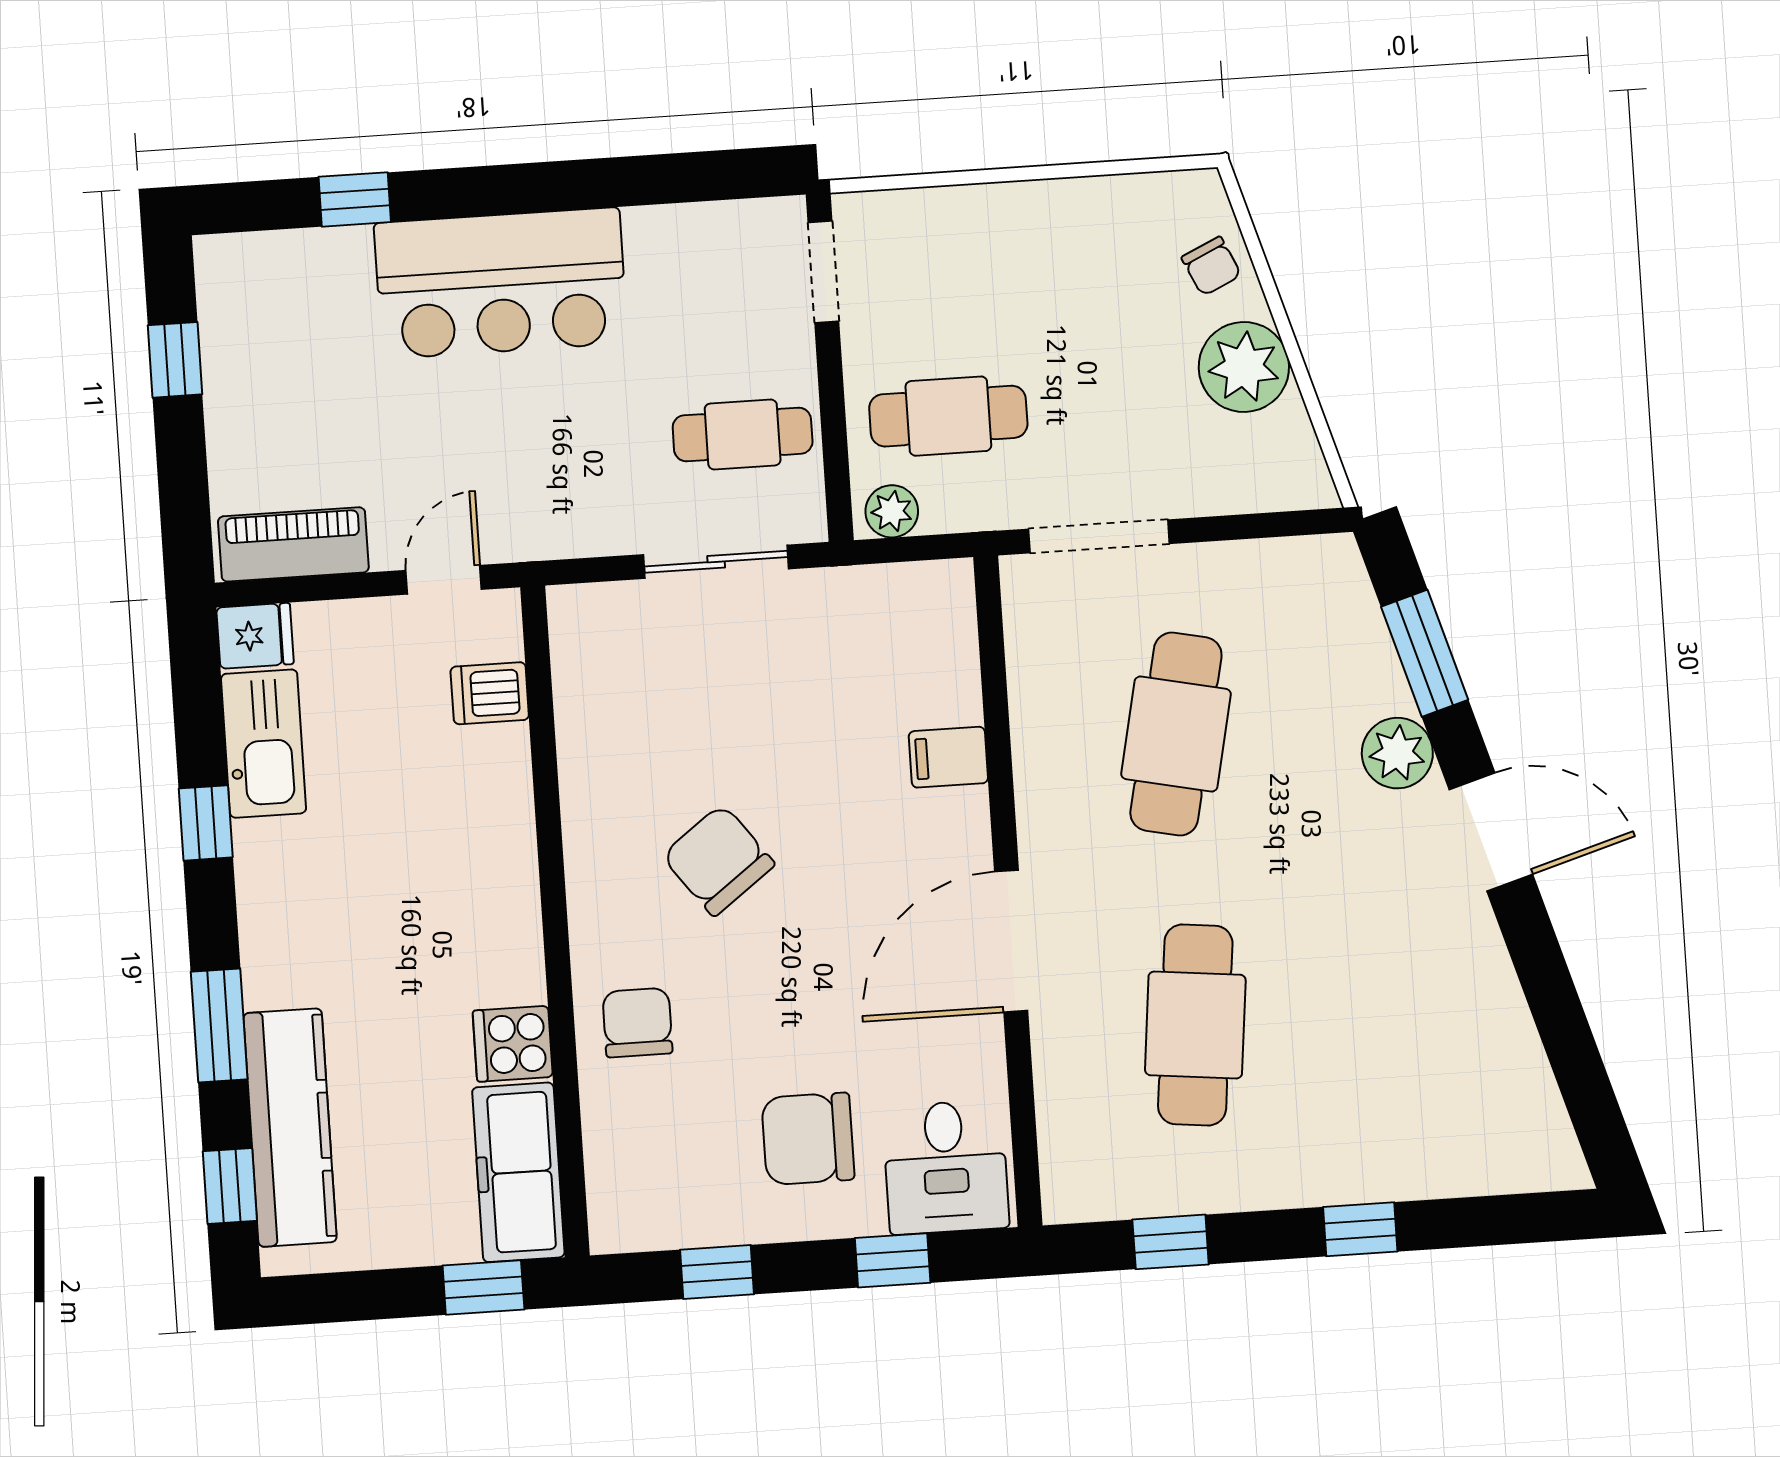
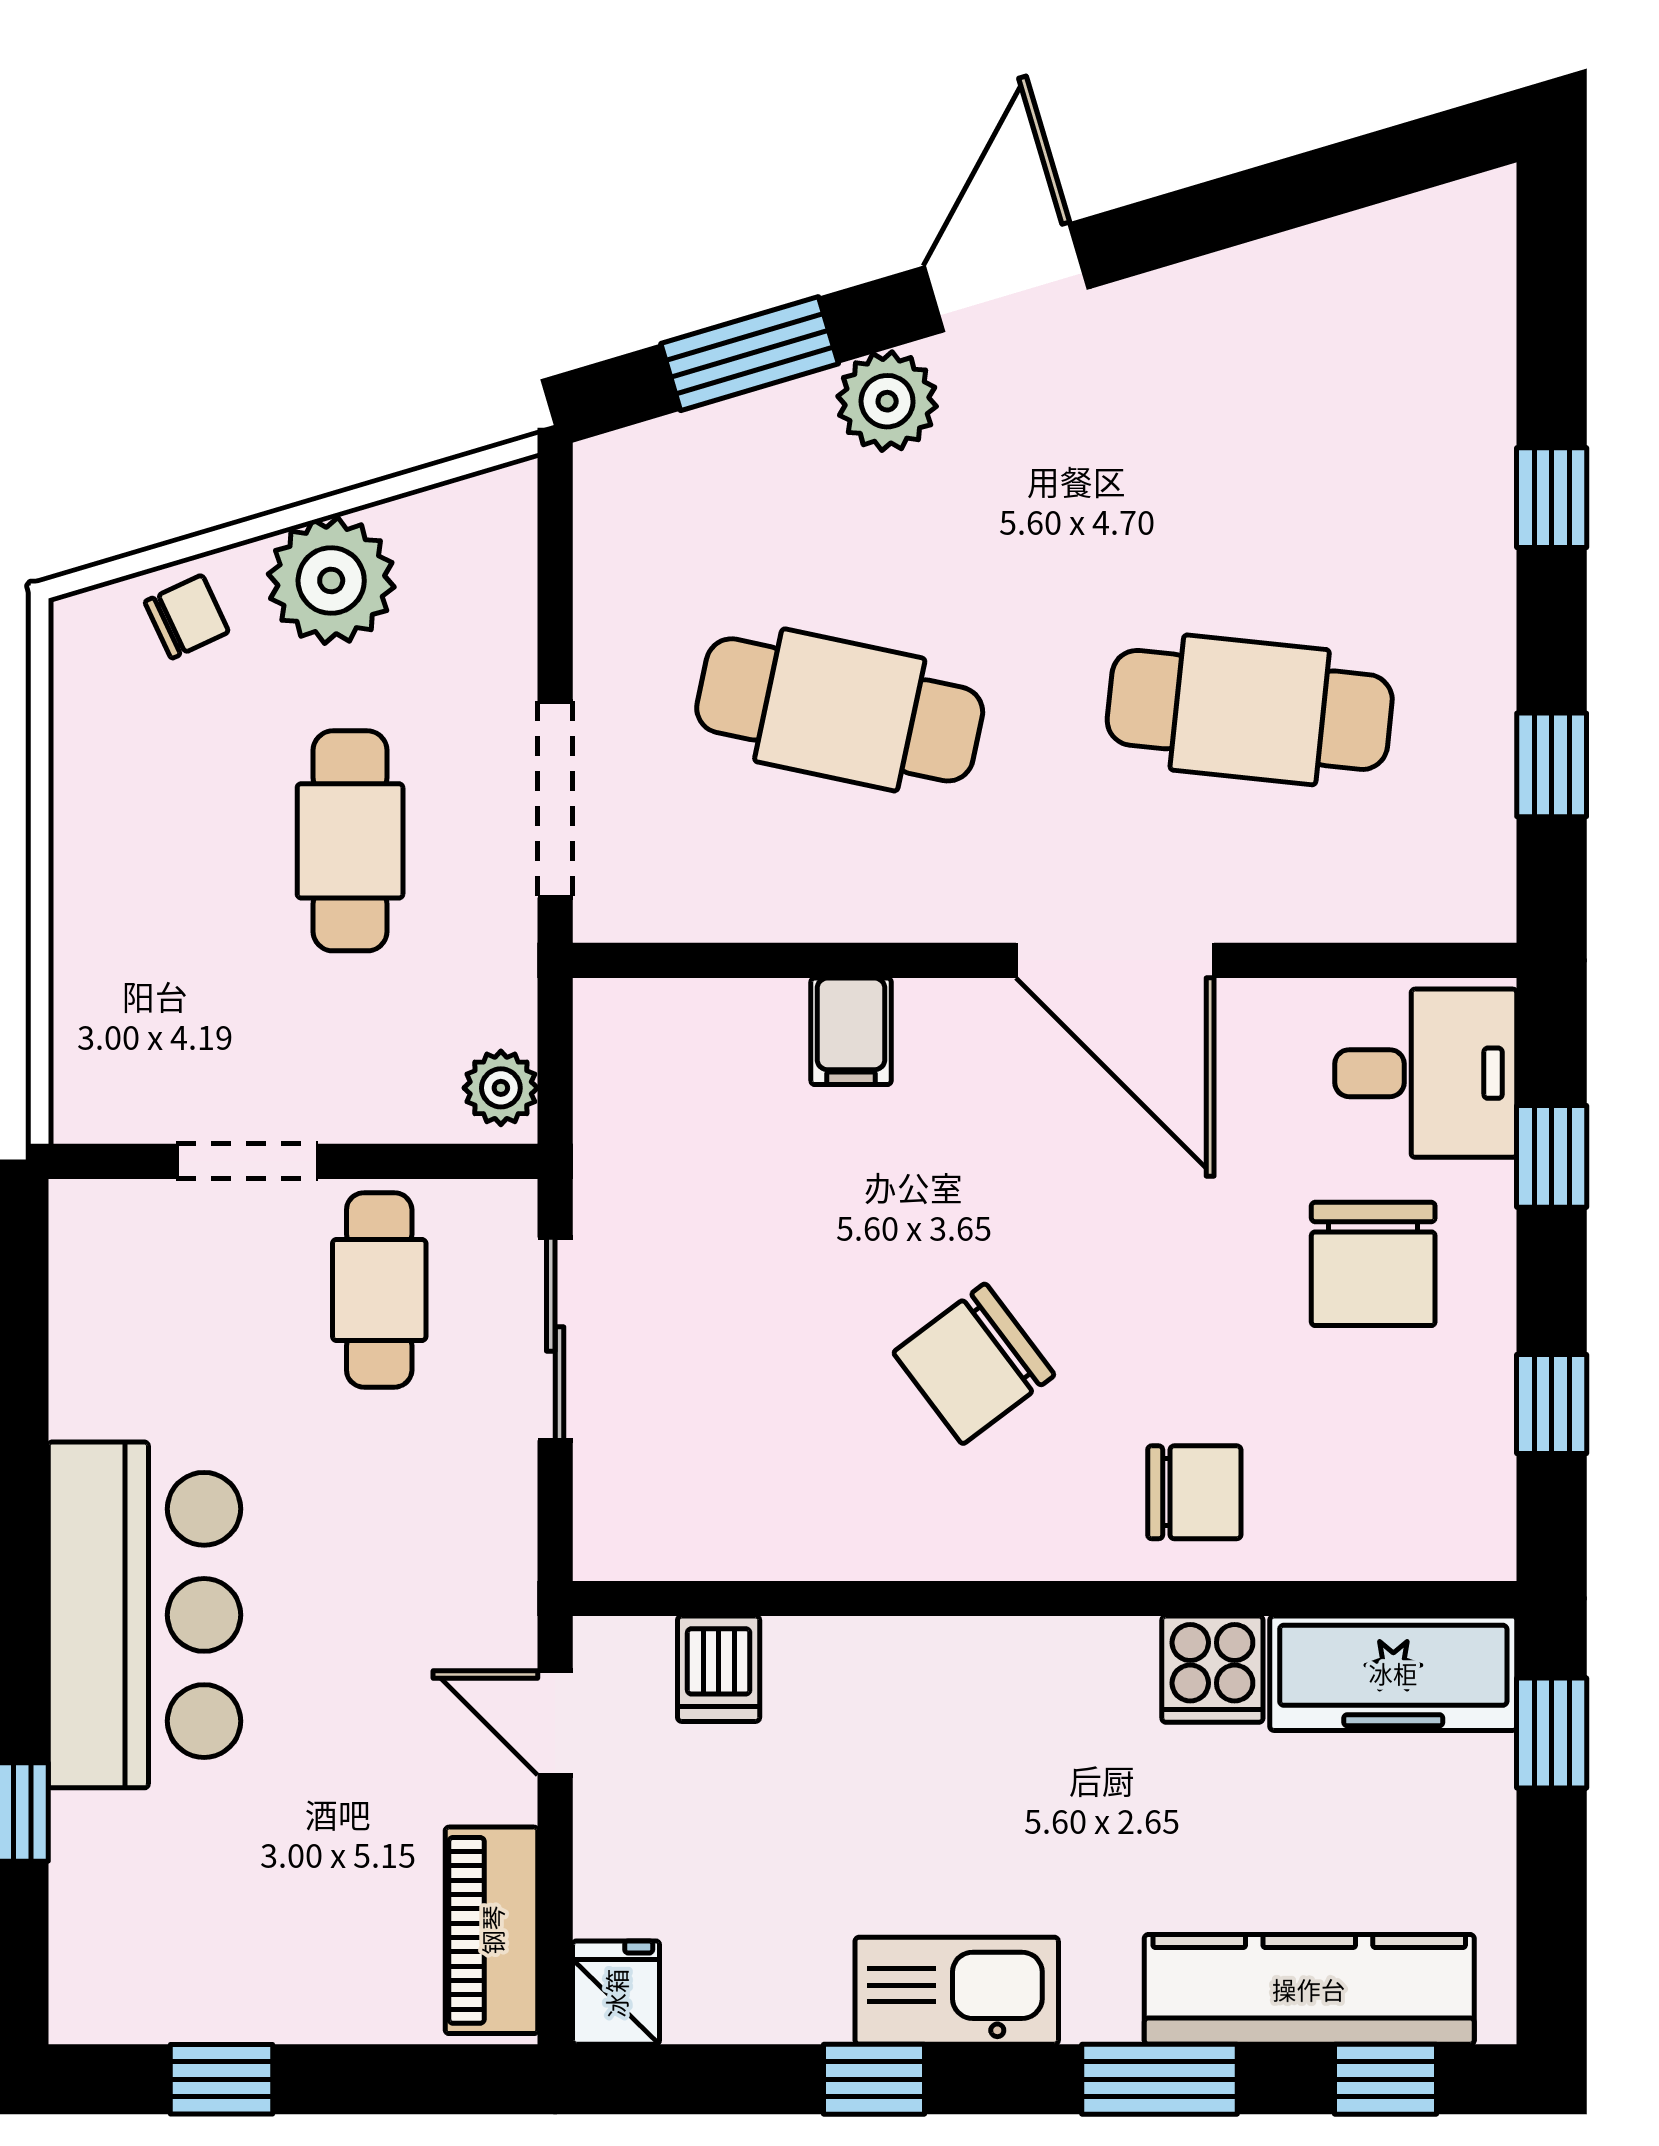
doorway: (823, 272) -> (247, 1161), moved
cafe table: (948, 416) -> (350, 841), moved
kitchen sink: (264, 744) -> (957, 1991), moved
chair: (637, 1023) -> (1194, 1492), turned 180

